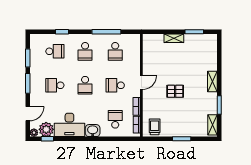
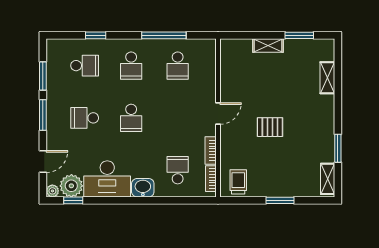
shelving: (212, 81) -> (327, 78), moved
school desk: (115, 85) -> (178, 118), removed

